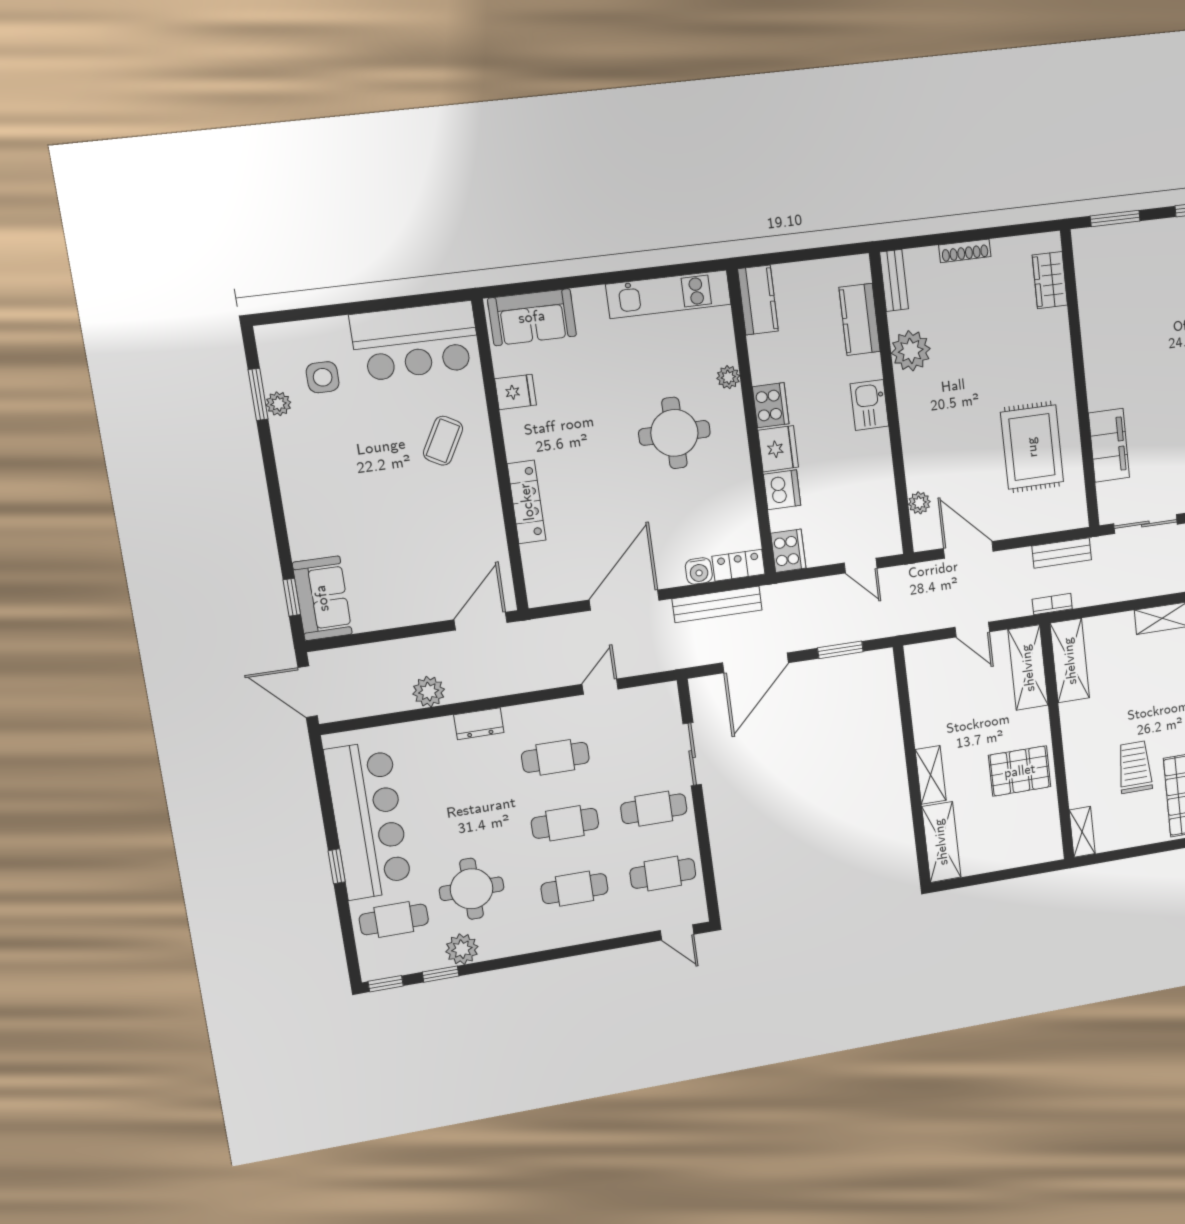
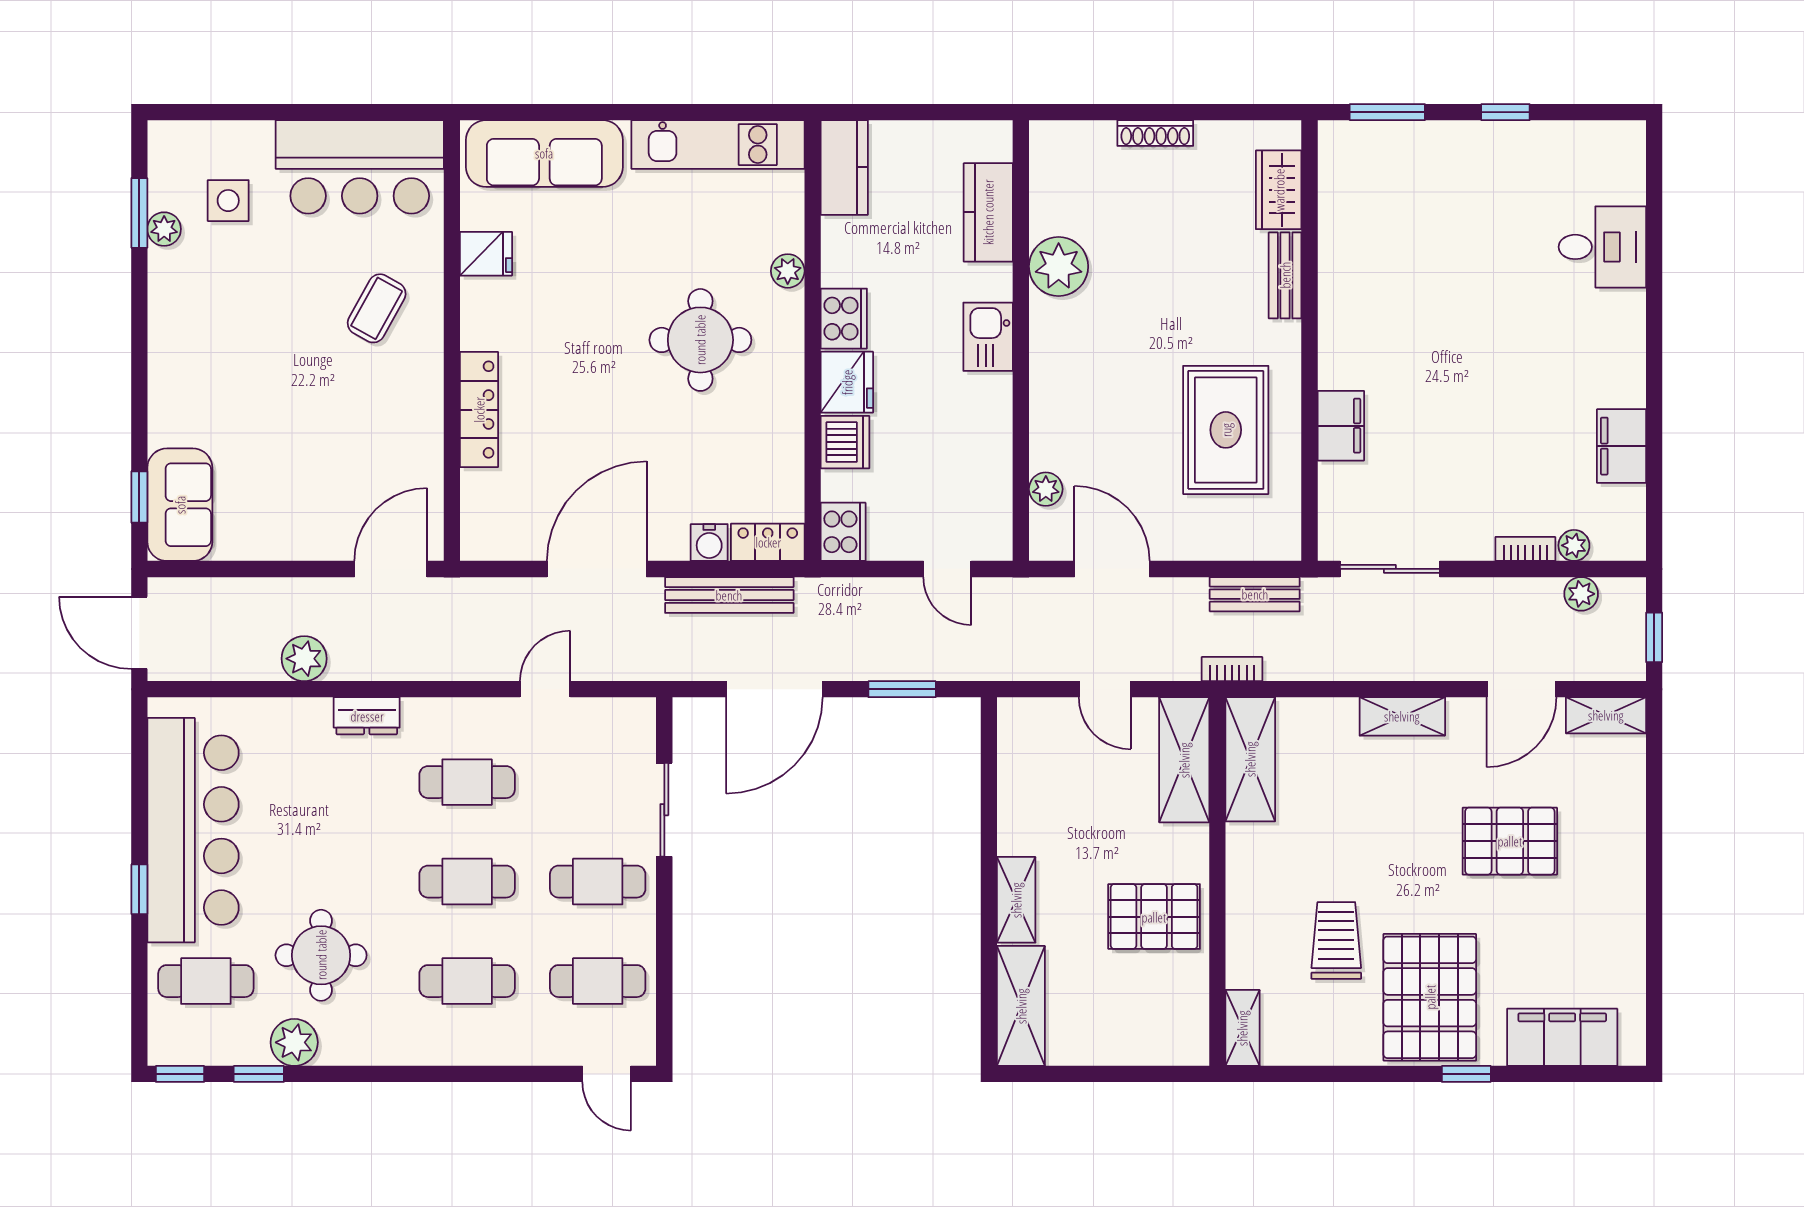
bench: (894, 280) -> (1285, 275), moved
sofa: (532, 317) -> (544, 153), width x1.36
filing cabinet: (1109, 445) -> (1341, 426), width x0.67, depth x0.86

